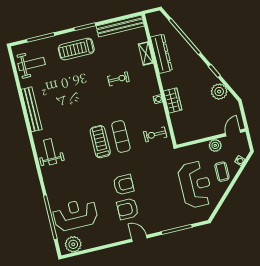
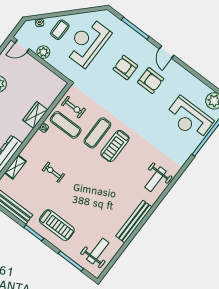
weight bench: (32, 64) -> (98, 251), turned 90
exercise mat: (147, 117) -> (66, 125), added
armchair: (123, 185) -> (125, 68), moved

